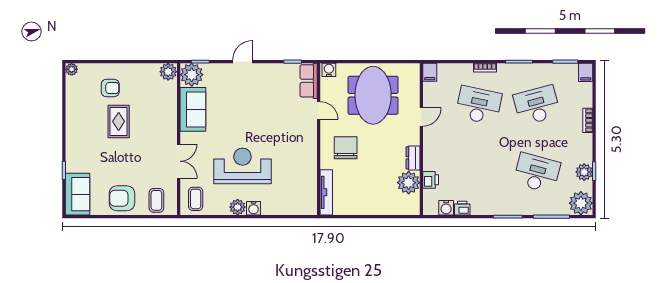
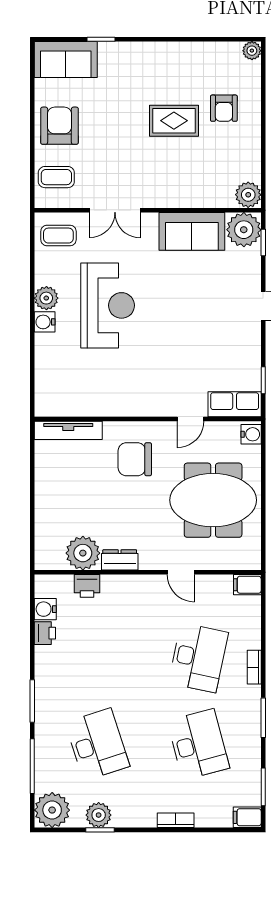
chair: (346, 148) -> (135, 459), turned 180
desk: (537, 173) -> (97, 744), turned -33

